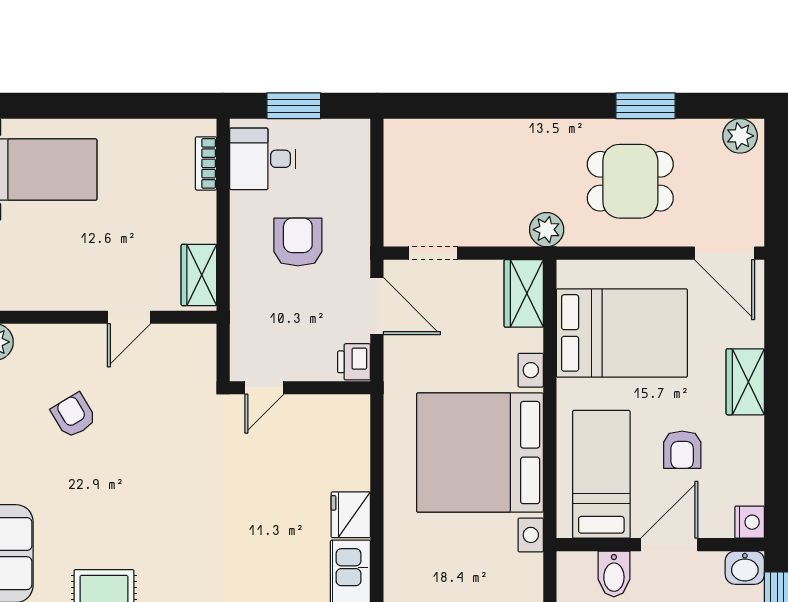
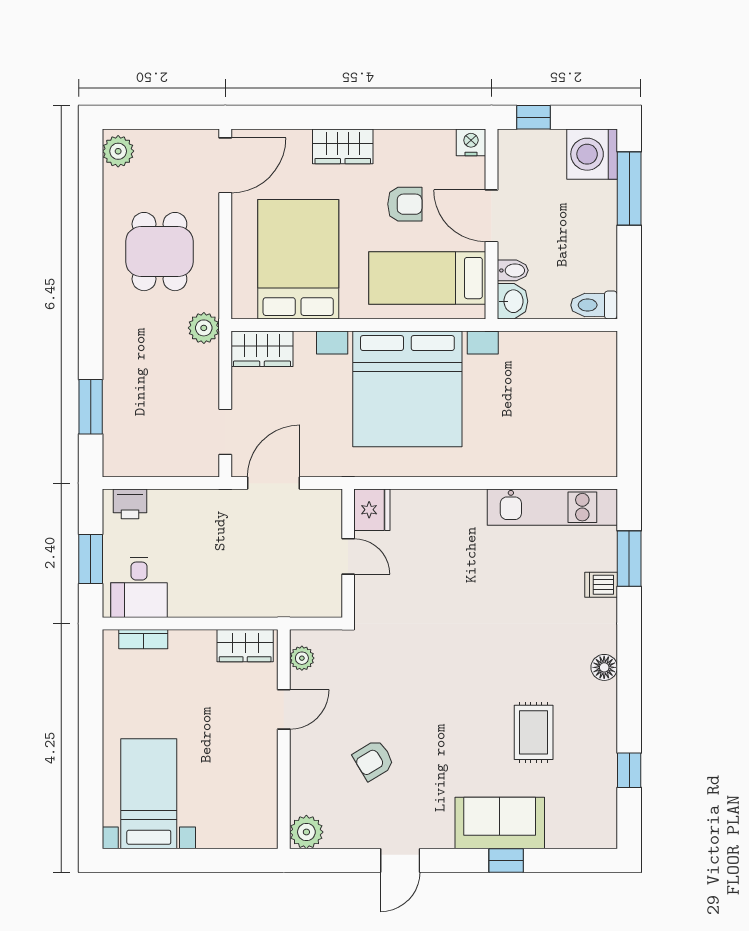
window: (646, 106) -> (91, 407), moved
armchair: (298, 242) -> (215, 555), removed
door: (129, 317) -> (284, 709), hinge flipped
plant: (185, 337) -> (302, 658), added
printer: (354, 362) -> (130, 504), moved
door: (264, 388) -> (348, 556), moved
fridge: (351, 515) -> (372, 510), moved, turned -90
washbasin: (745, 568) -> (513, 301), moved
bidet: (614, 574) -> (513, 270), width x0.72, depth x0.74

